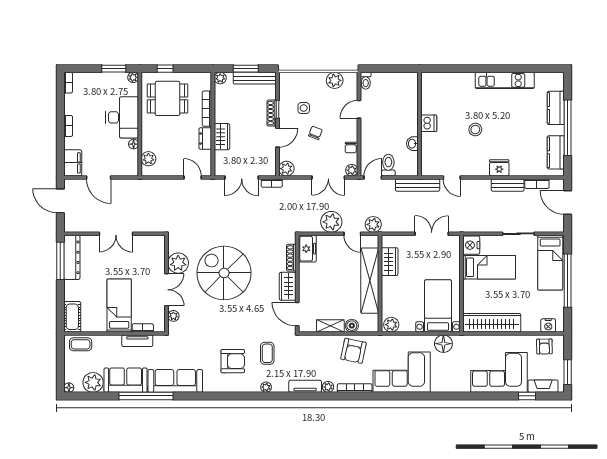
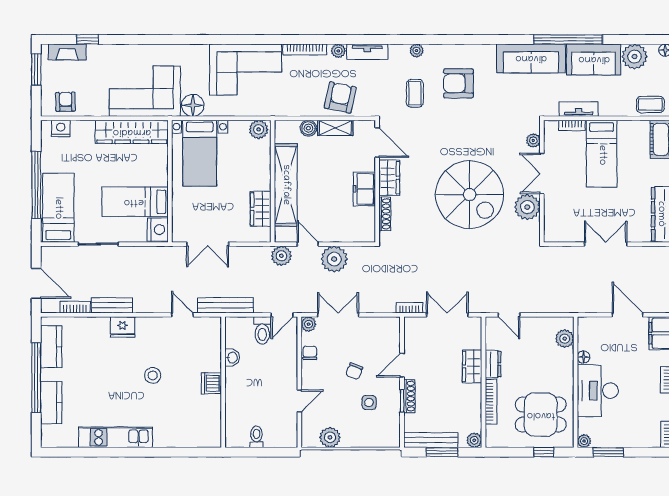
toilet: (366, 81) -> (257, 437), moved
plant: (286, 169) -> (391, 326), removed
freezer: (307, 249) -> (364, 189), moved
armchair: (353, 351) -> (340, 98), moved
corner sofa: (499, 372) -> (145, 91), moved, turned 180

